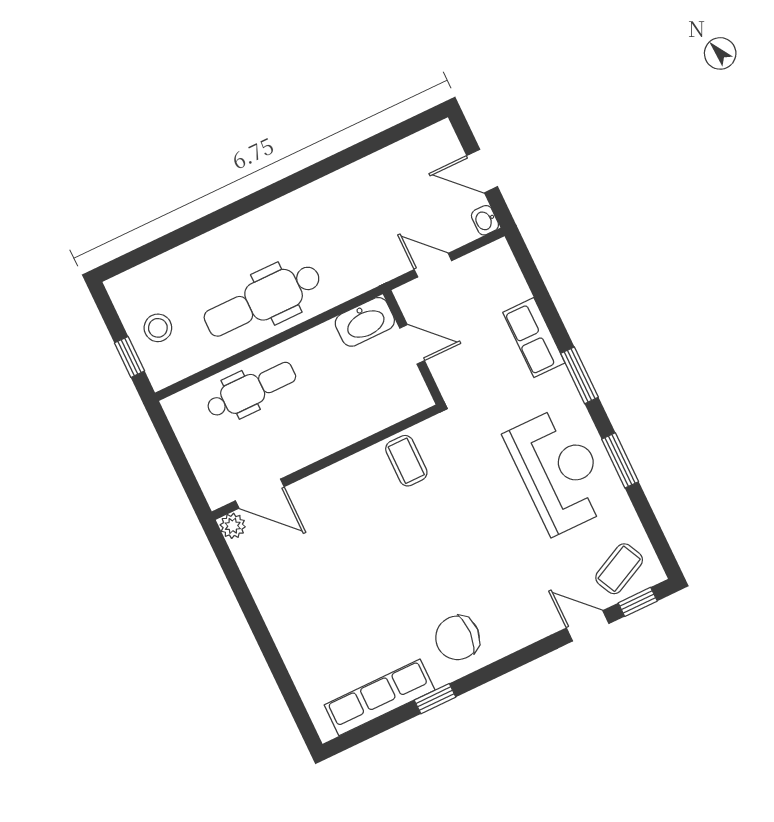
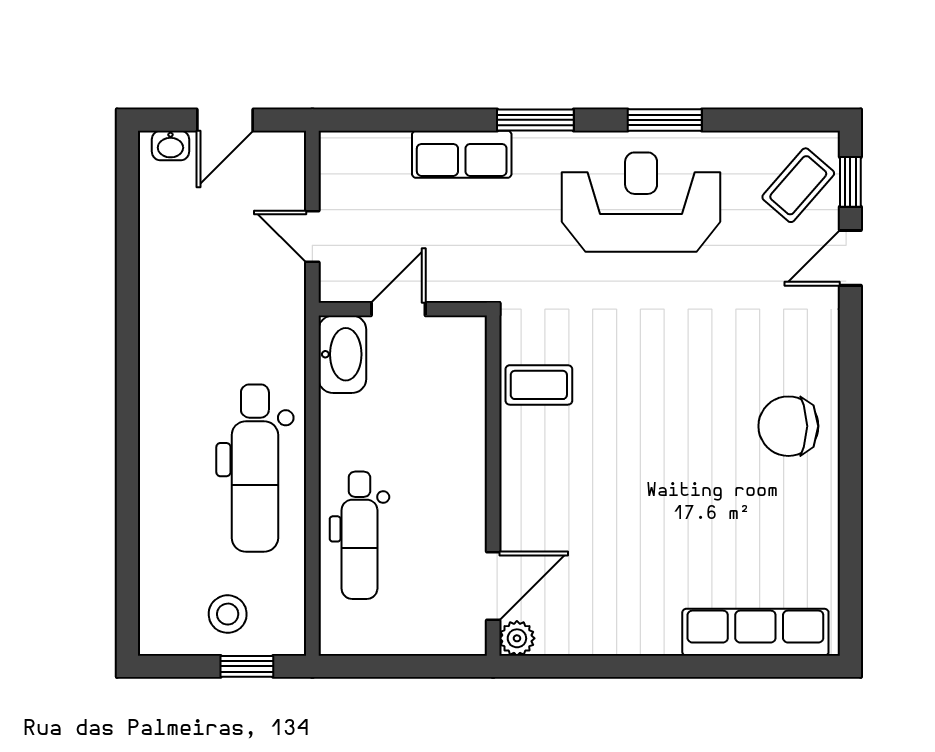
washbasin: (485, 220) -> (170, 145), moved
door: (433, 265) -> (312, 236), hinge flipped
dental chair: (251, 390) -> (359, 535), turned 180
coffee table: (619, 569) -> (798, 185), turned 67
chair: (457, 638) -> (788, 426), turned 87
row of seats: (380, 697) -> (755, 632), moved, turned 90
window: (435, 699) -> (850, 490), removed

